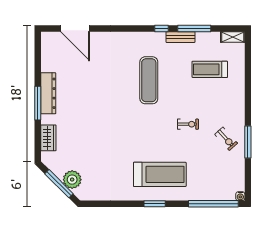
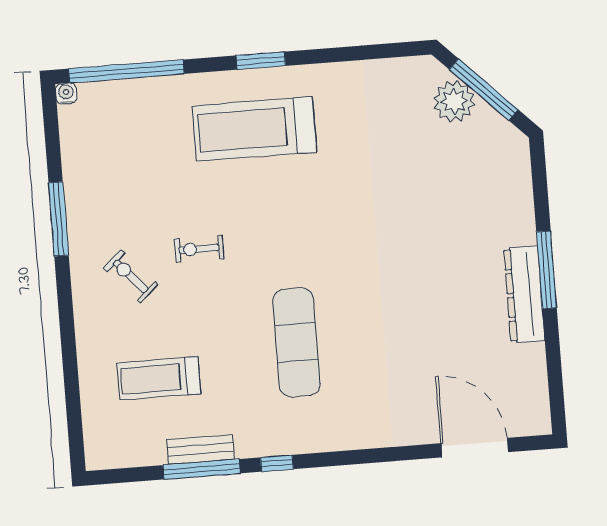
bench: (180, 37) -> (200, 449), moved
shelving: (233, 37) -> (112, 457), removed
treadmill: (210, 69) -> (159, 378), turned 180
wardrobe: (48, 138) -> (516, 192), removed
exercise bike: (226, 139) -> (131, 276), moved

